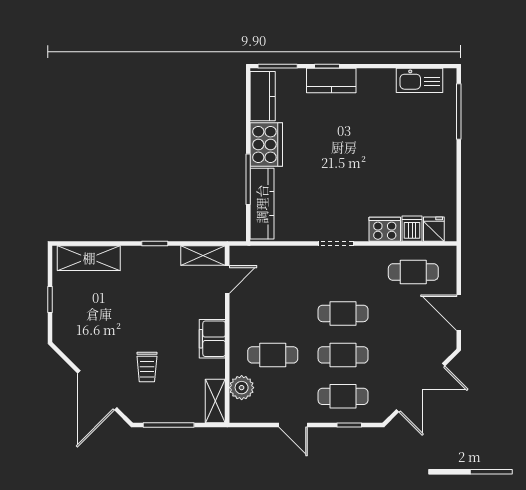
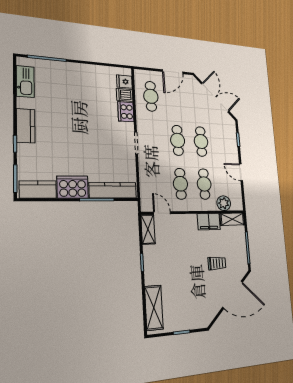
kitchen counter: (331, 81) -> (26, 126), moved
filing cabinet: (212, 339) -> (209, 222), moved
cafe table: (343, 396) -> (180, 184), moved
door: (293, 425) -> (241, 172), swing flipped

